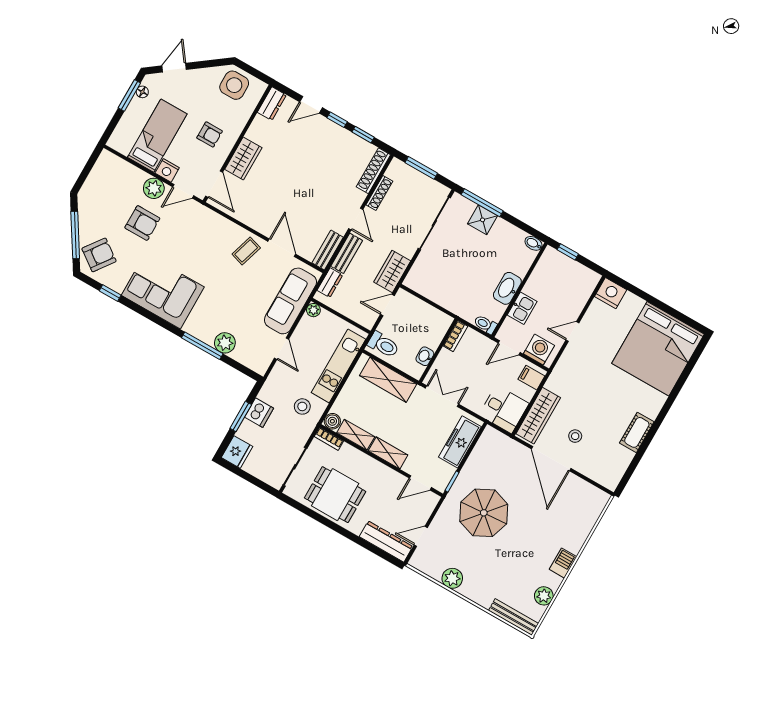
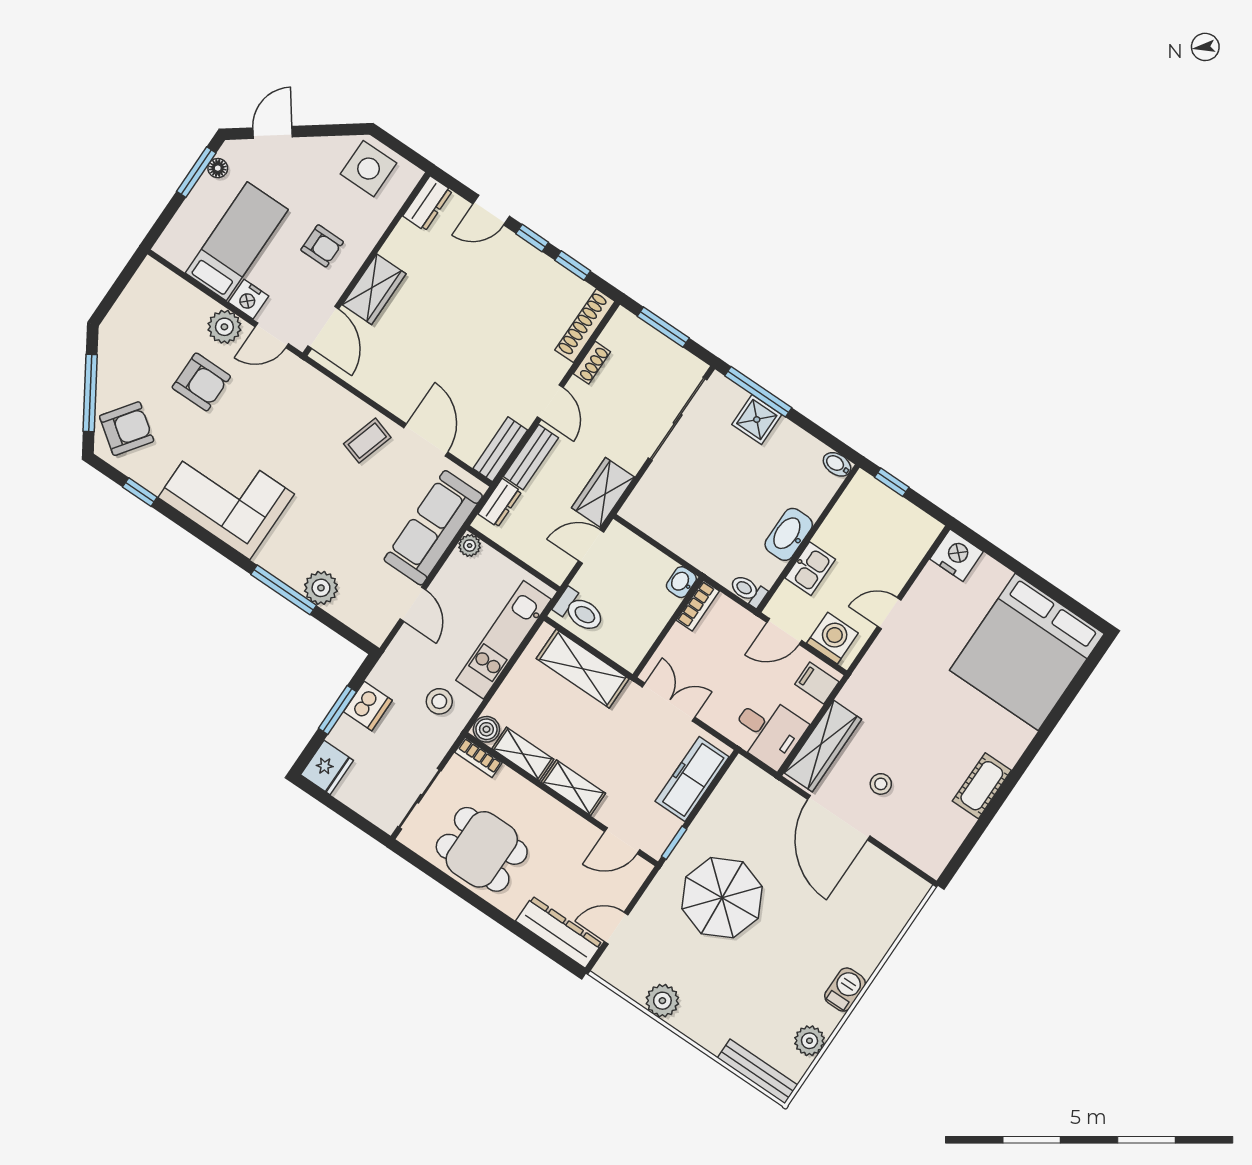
shoe rack: (379, 193) -> (592, 363), width x0.70
washbasin: (425, 356) -> (681, 582), moved

